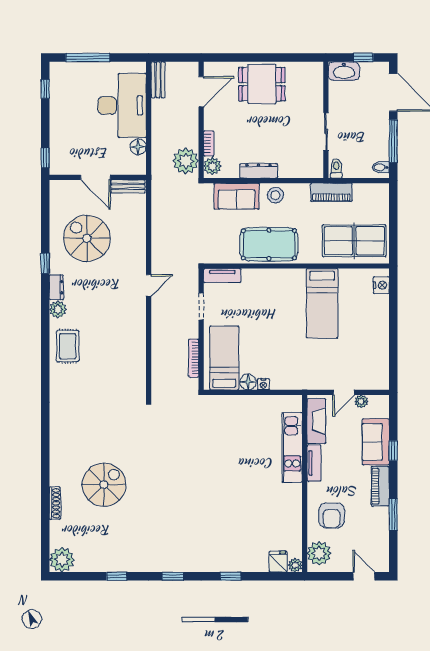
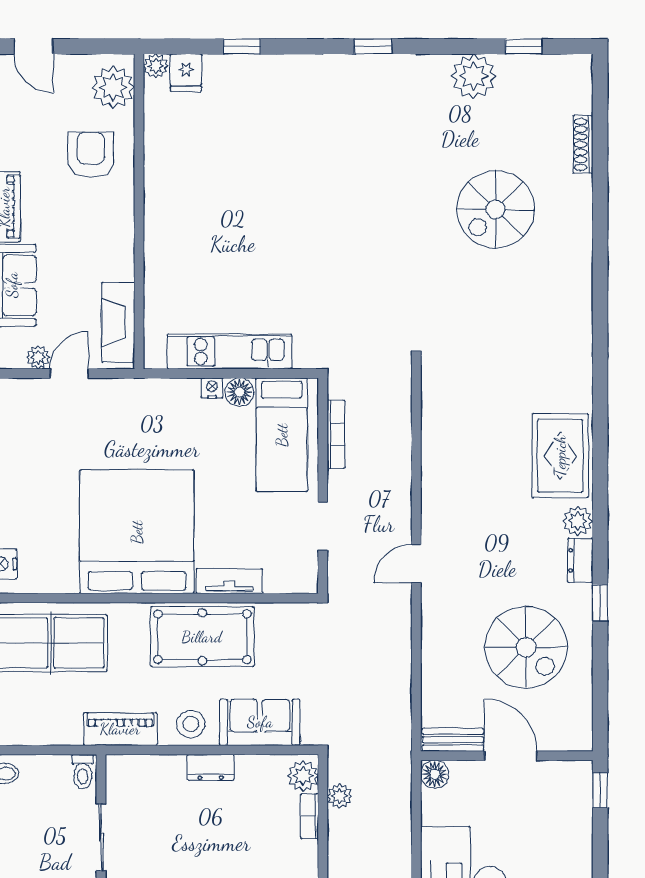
floor lamp: (138, 147) -> (435, 774), moved
plant: (186, 161) -> (340, 796), width x0.53, depth x0.53
dresser: (259, 171) -> (211, 767), width x0.70
piano: (331, 192) -> (120, 729), moved
tv unit: (222, 276) -> (229, 581), moved
bed: (322, 303) -> (137, 532), width x2.04
rug: (68, 346) -> (560, 456), width x1.36, depth x1.43
kitchen unit: (292, 447) -> (229, 351), moved, turned -90
tv unit: (314, 463) -> (122, 248), removed
shoe rack: (55, 503) -> (583, 144), moved
plant: (62, 560) -> (474, 76), moved
window: (117, 576) -> (524, 46), moved
window: (231, 576) -> (242, 46), moved

